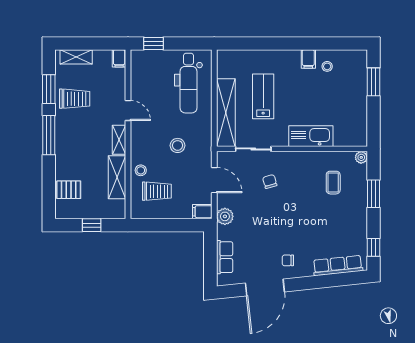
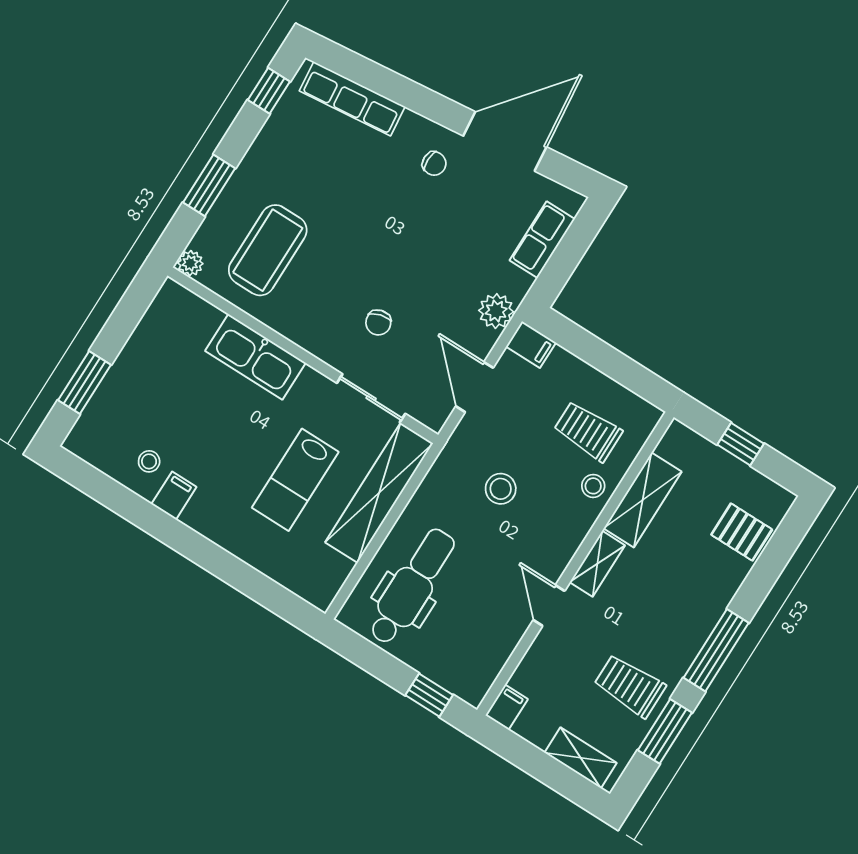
coffee table: (333, 183) -> (268, 250), width x1.86, depth x1.72

